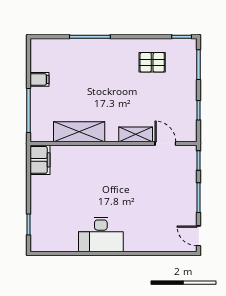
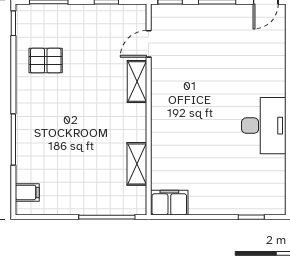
pallet: (152, 62) -> (46, 61), turned 90
filing cabinet: (40, 79) -> (27, 192), moved, turned 90
shelving: (79, 132) -> (137, 164), width x0.67, depth x0.75

